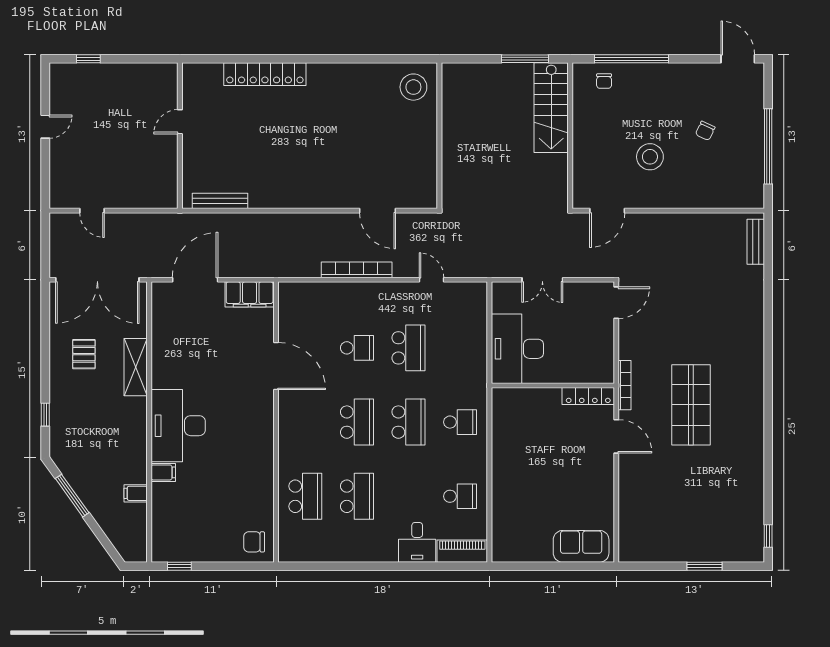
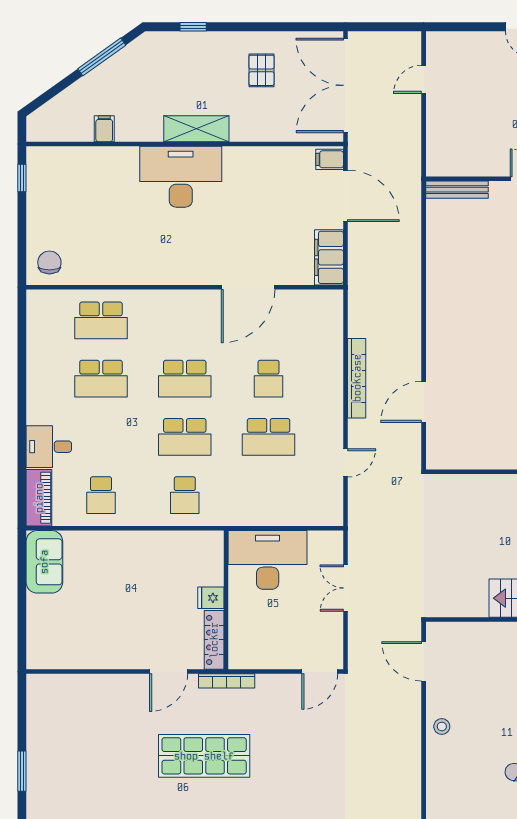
stool: (650, 157) -> (442, 726), moved, width x0.53, depth x0.53
bench: (220, 201) -> (457, 190), moved, turned 90
door: (616, 303) -> (320, 672), hinge flipped
pallet: (84, 354) -> (262, 70), turned 90
shelving: (136, 367) -> (196, 129), moved
fridge: (551, 399) -> (211, 598), added
filing cabinet: (163, 472) -> (330, 159), moved, turned 90
sofa: (581, 546) -> (44, 562), moved

